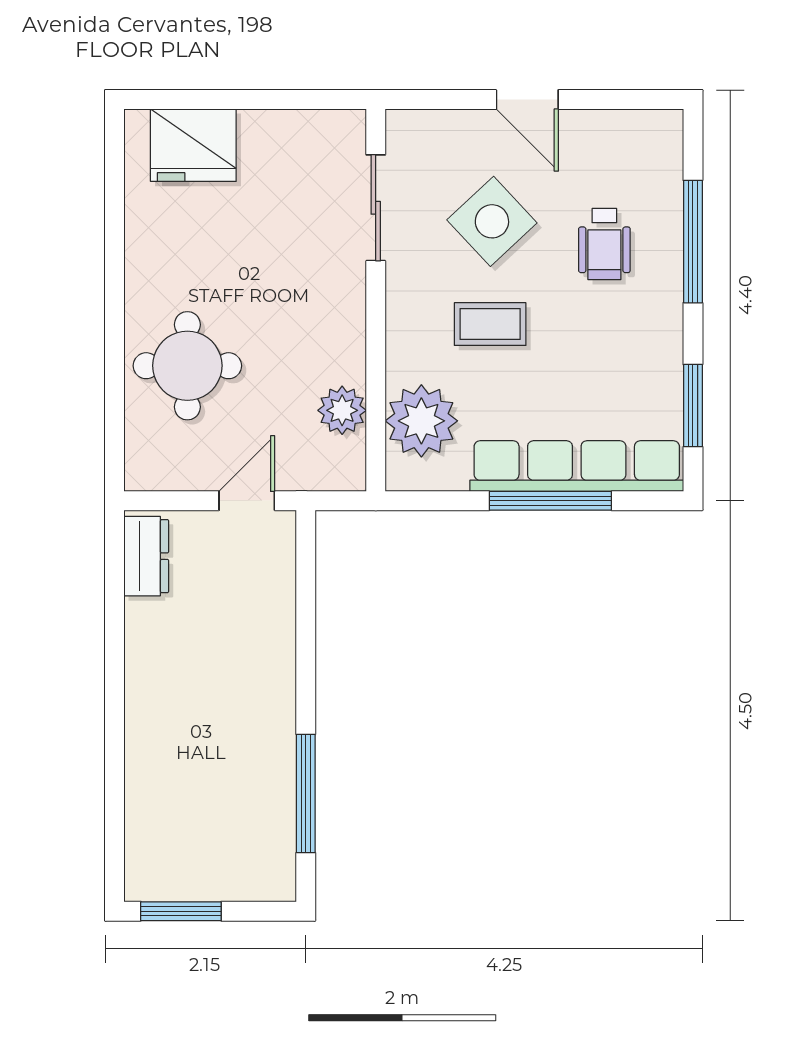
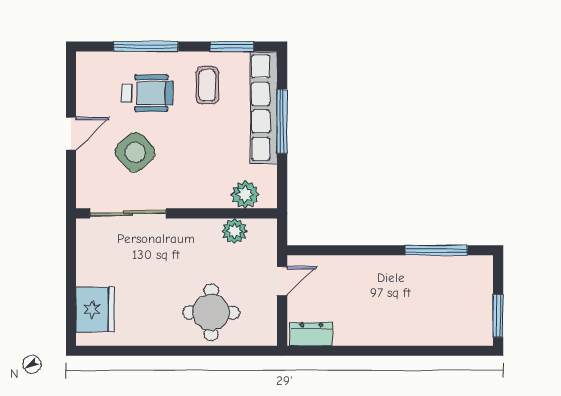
sliding door: (376, 208) -> (128, 213), width x1.37
wheelchair: (604, 244) -> (147, 93), width x1.36, depth x1.37
coffee table: (490, 324) -> (207, 85), moved
plant: (421, 421) -> (245, 194), width x0.73, depth x0.73
door: (247, 501) -> (282, 281), swing flipped

